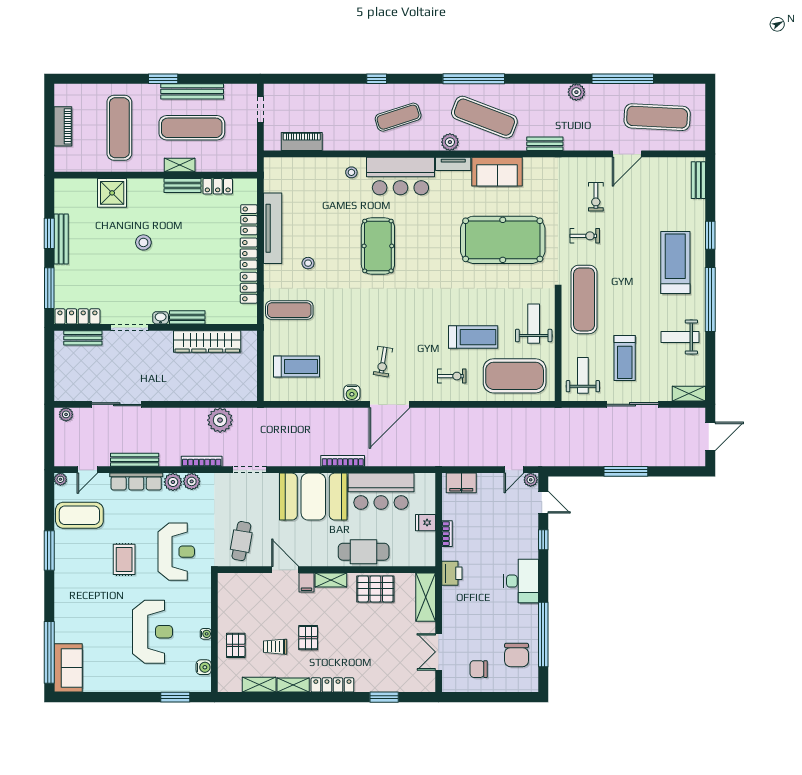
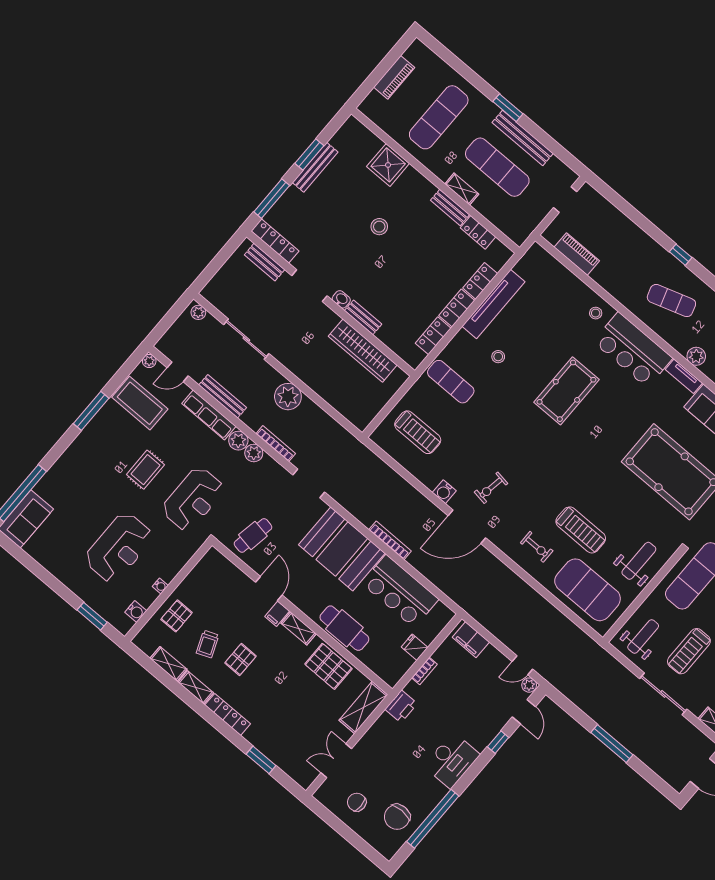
plant: (220, 420) -> (288, 397), moved
trolley: (275, 647) -> (208, 644), turned -112

